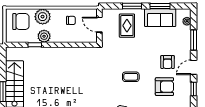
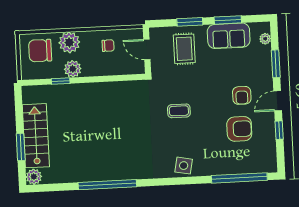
chair: (21, 22) -> (40, 51), turned 180
coffee table: (131, 77) -> (179, 111), moved

